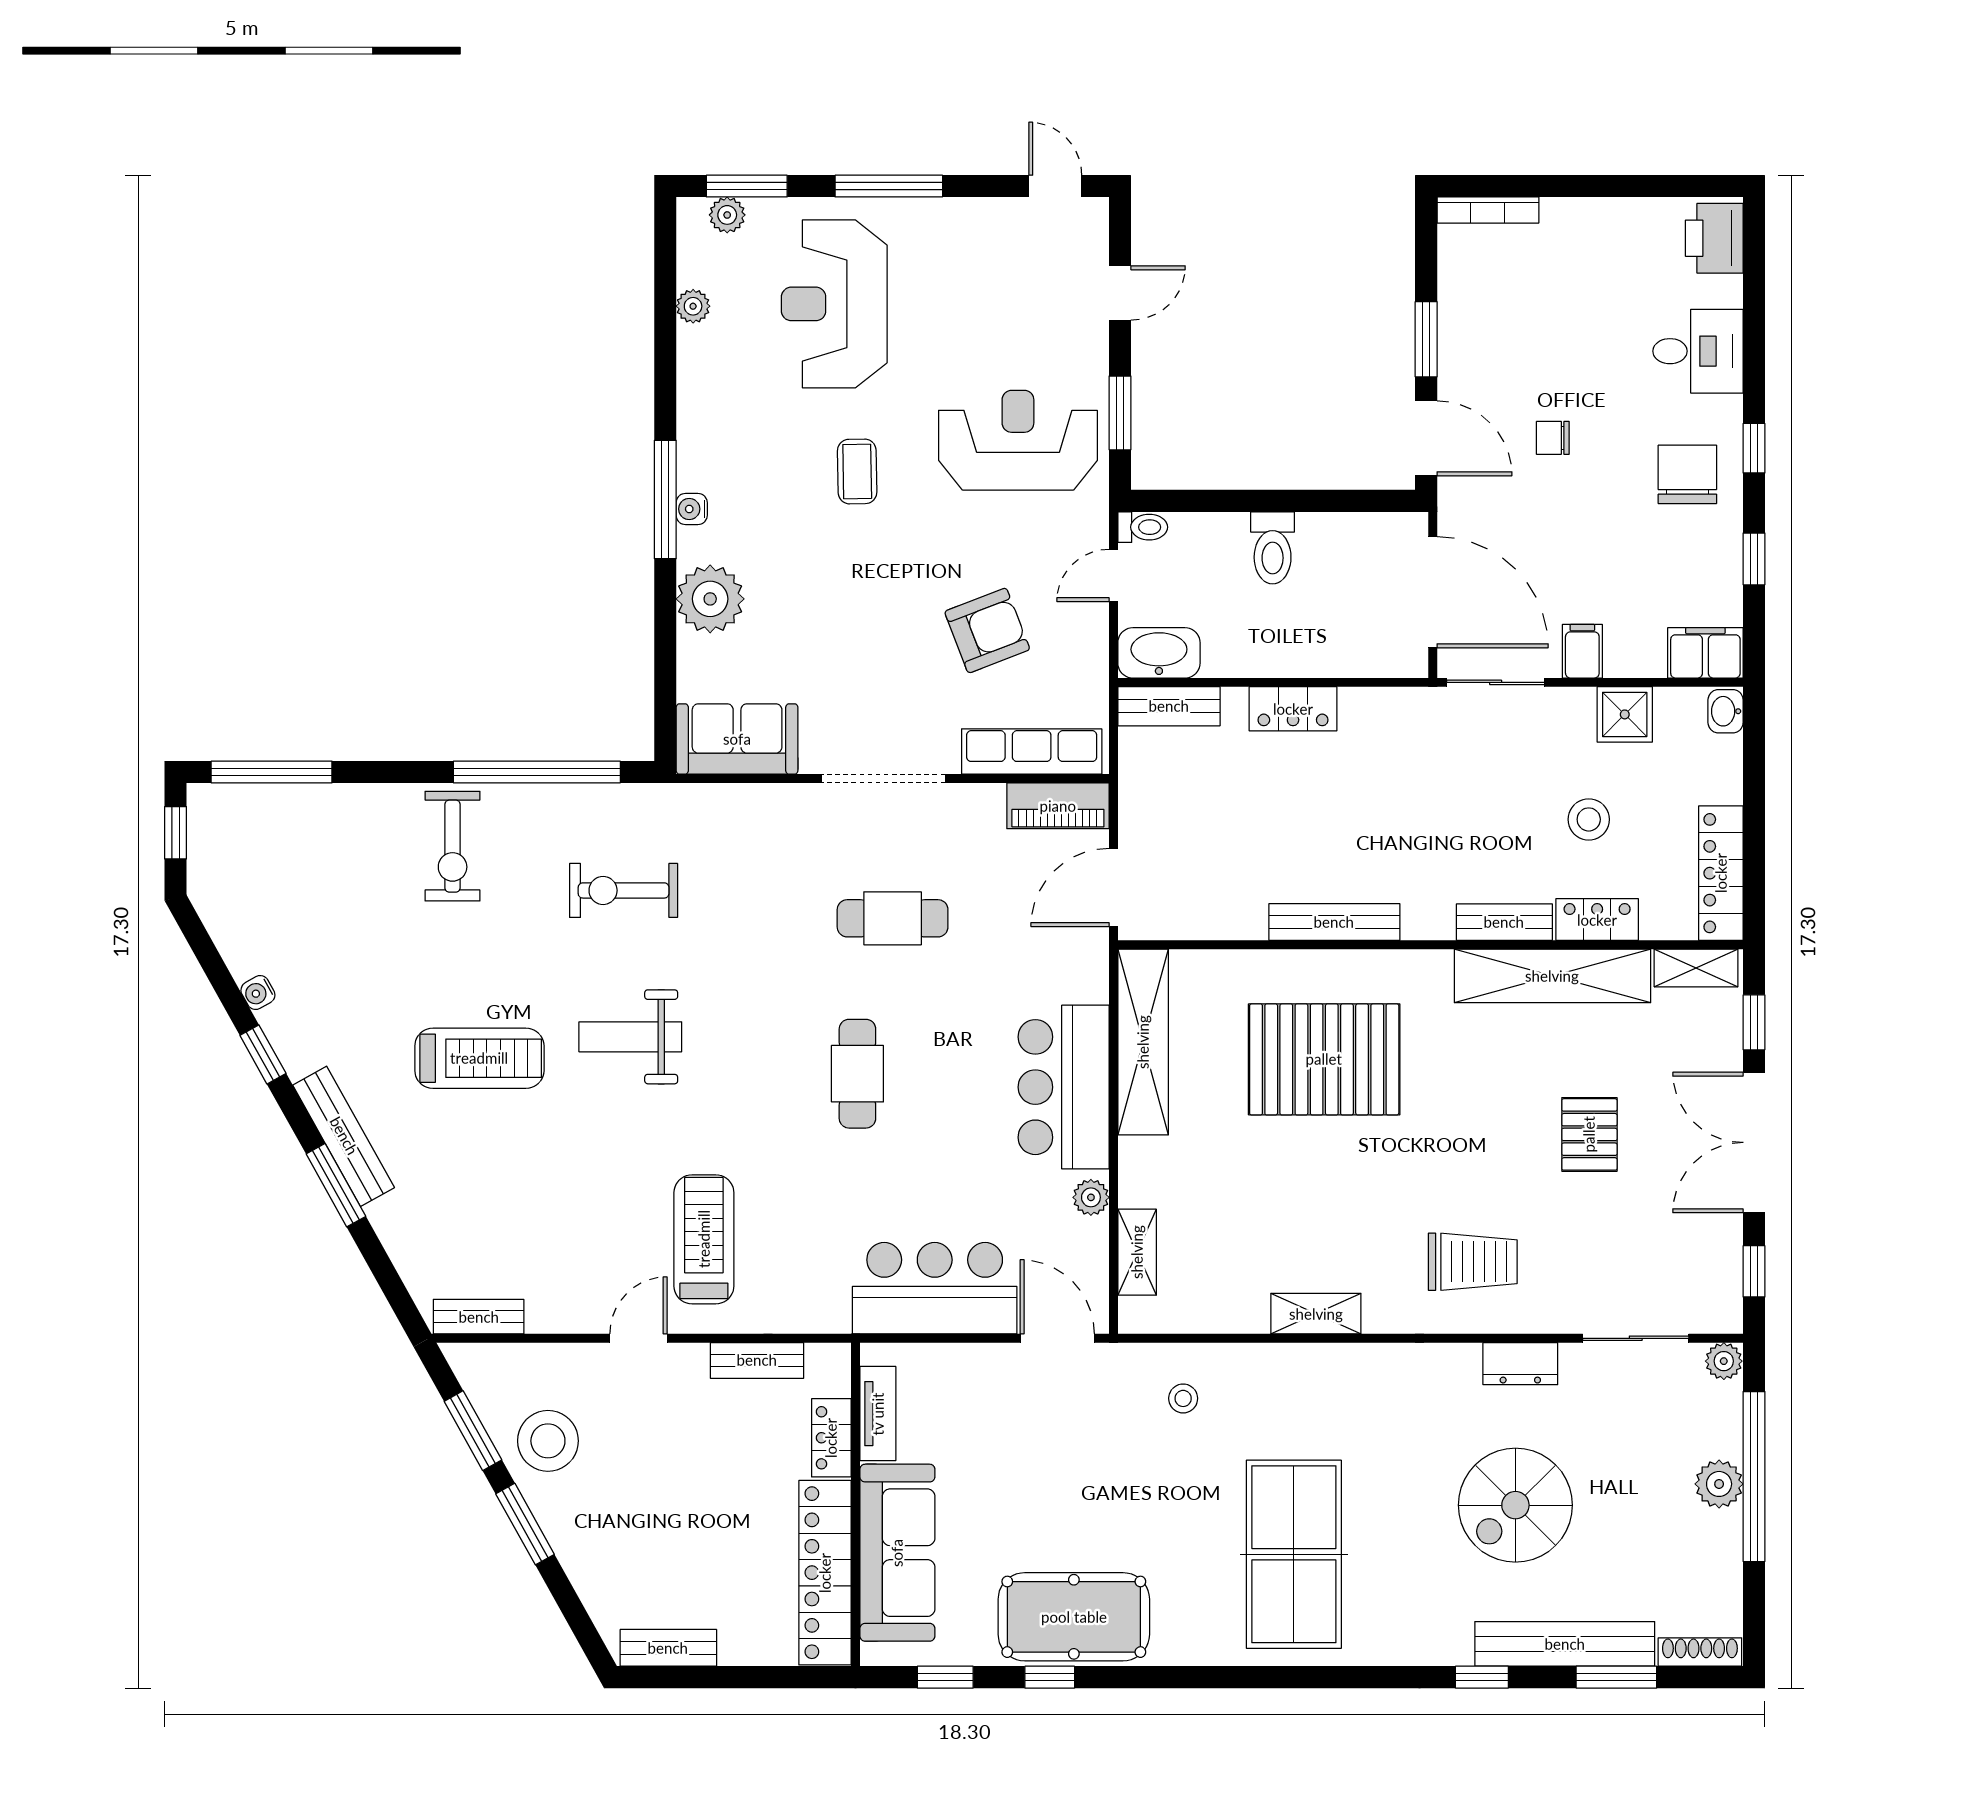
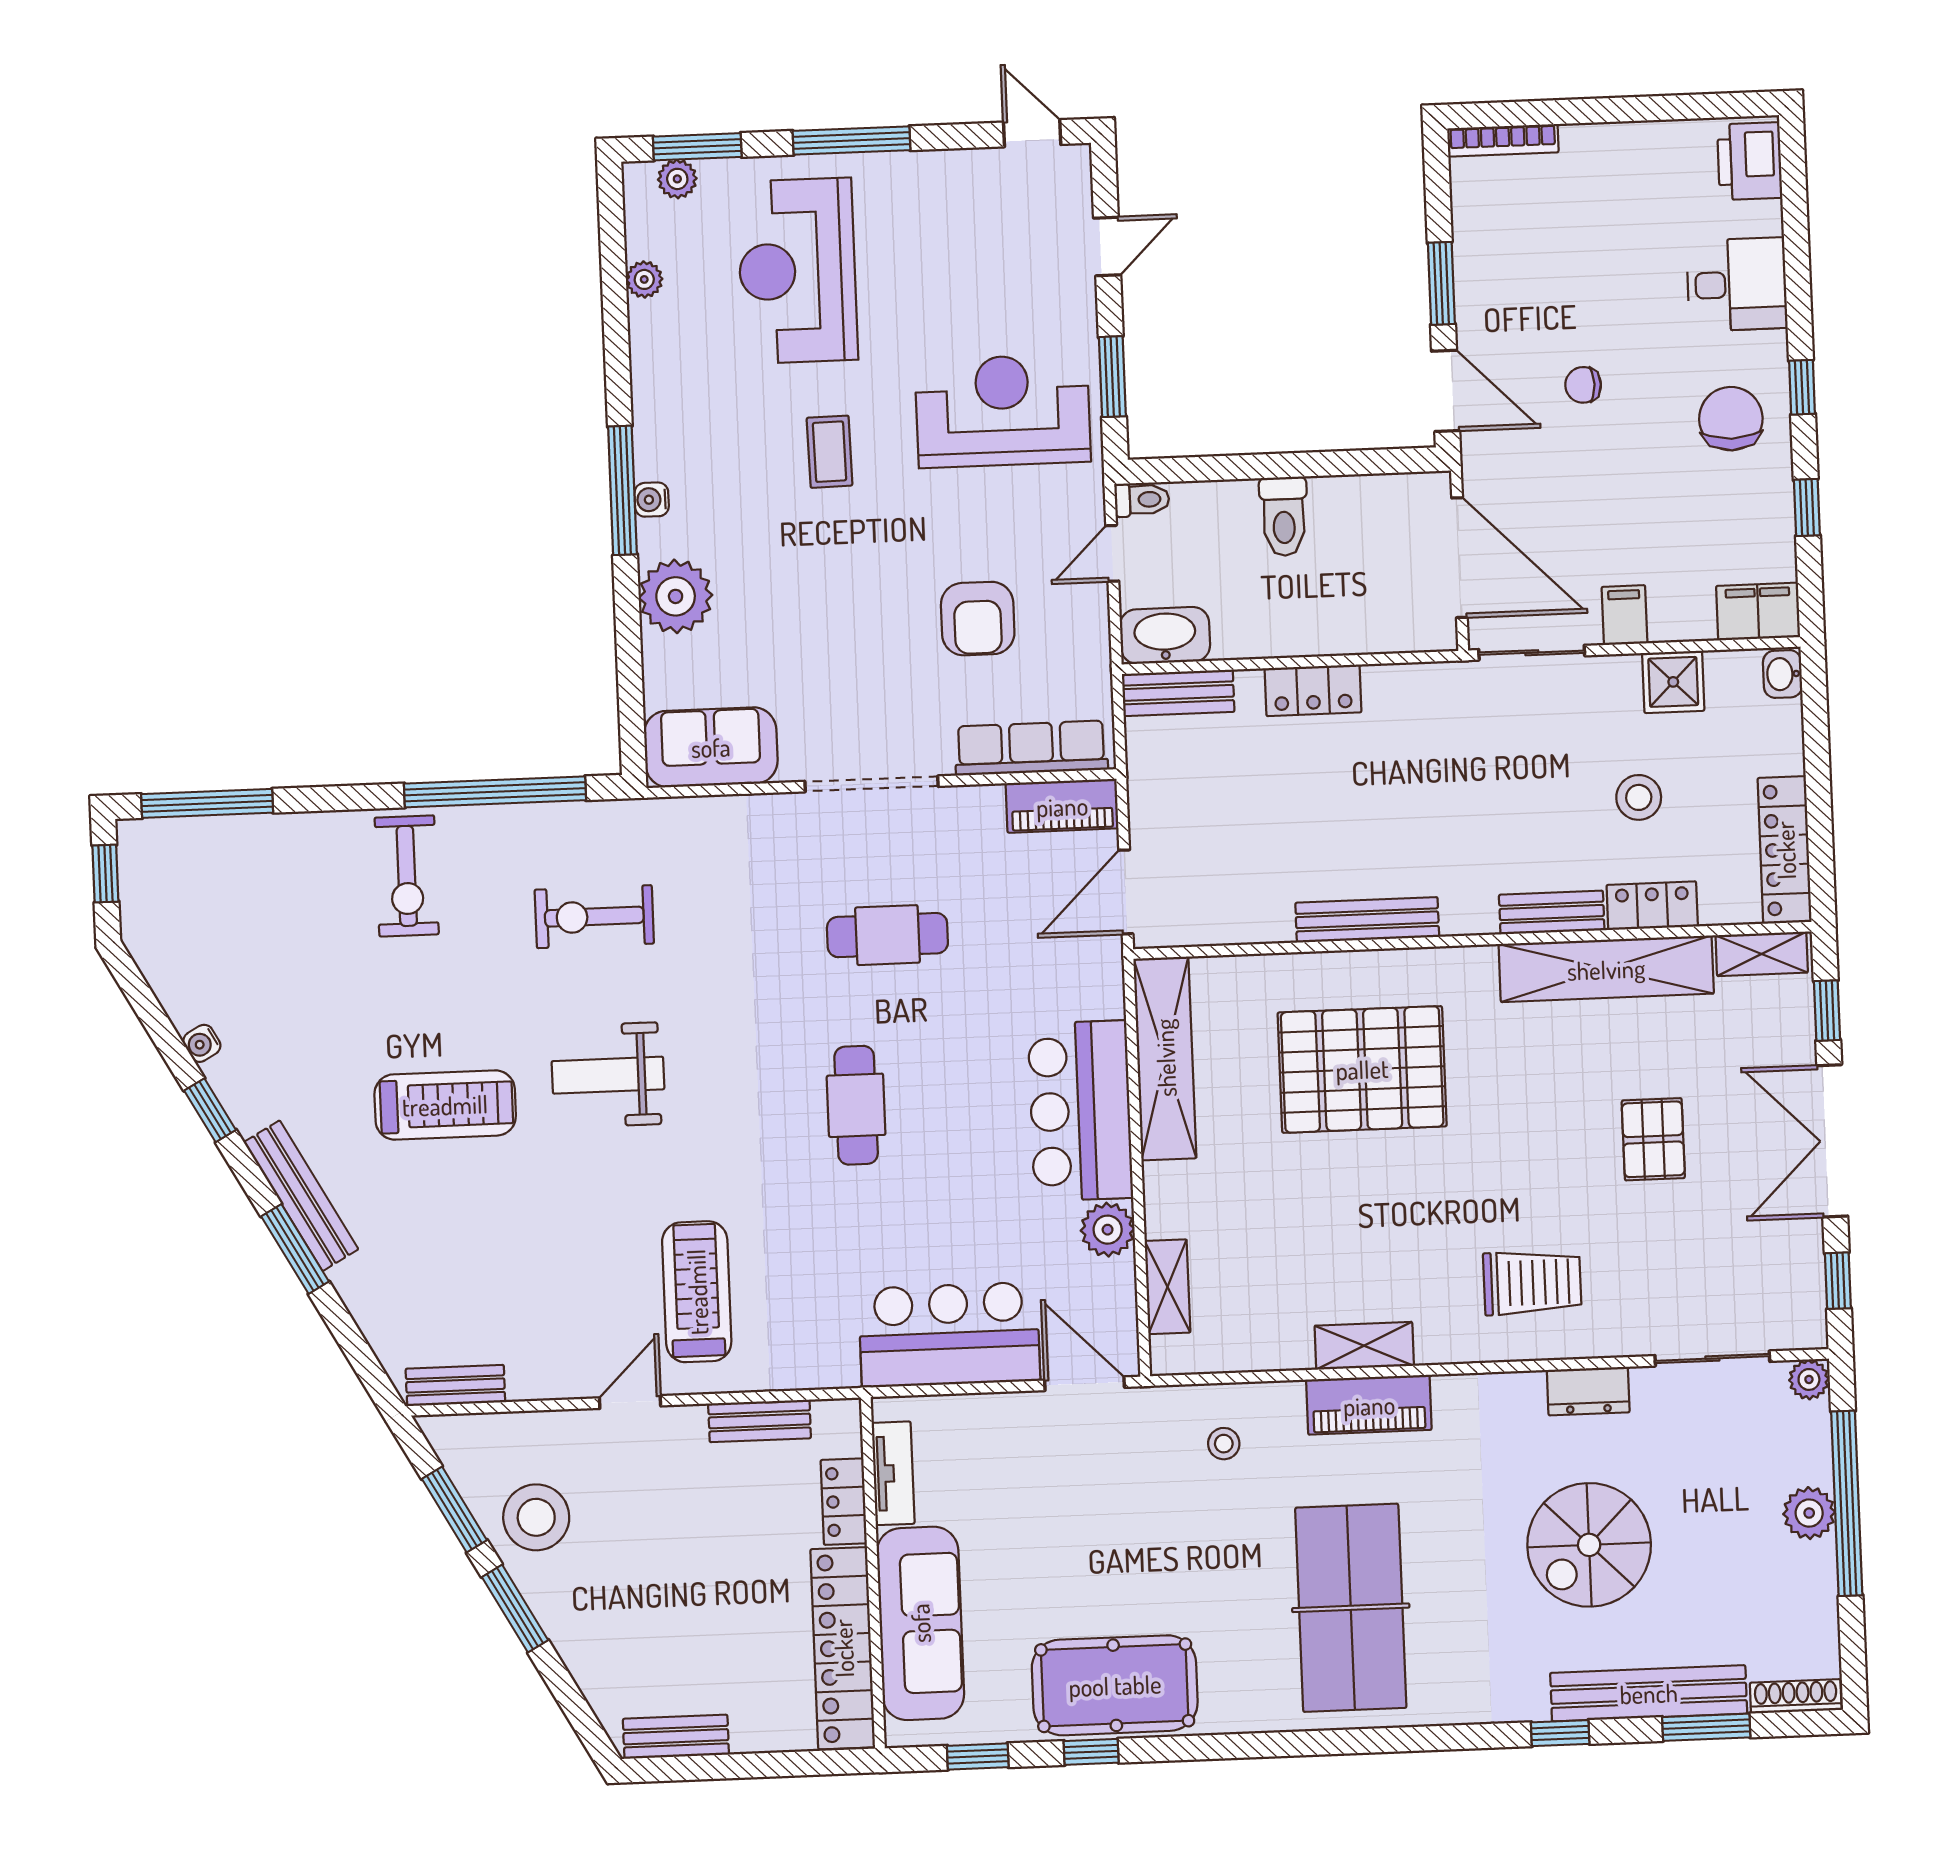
armchair: (987, 630) -> (978, 619), turned 111
plant: (1091, 1197) -> (1108, 1230), width x1.38, depth x1.38
piano: (1318, 1368) -> (1369, 1405), added

